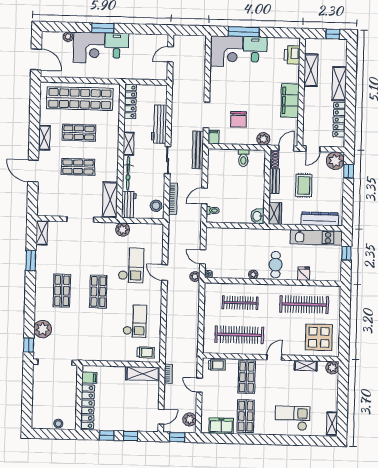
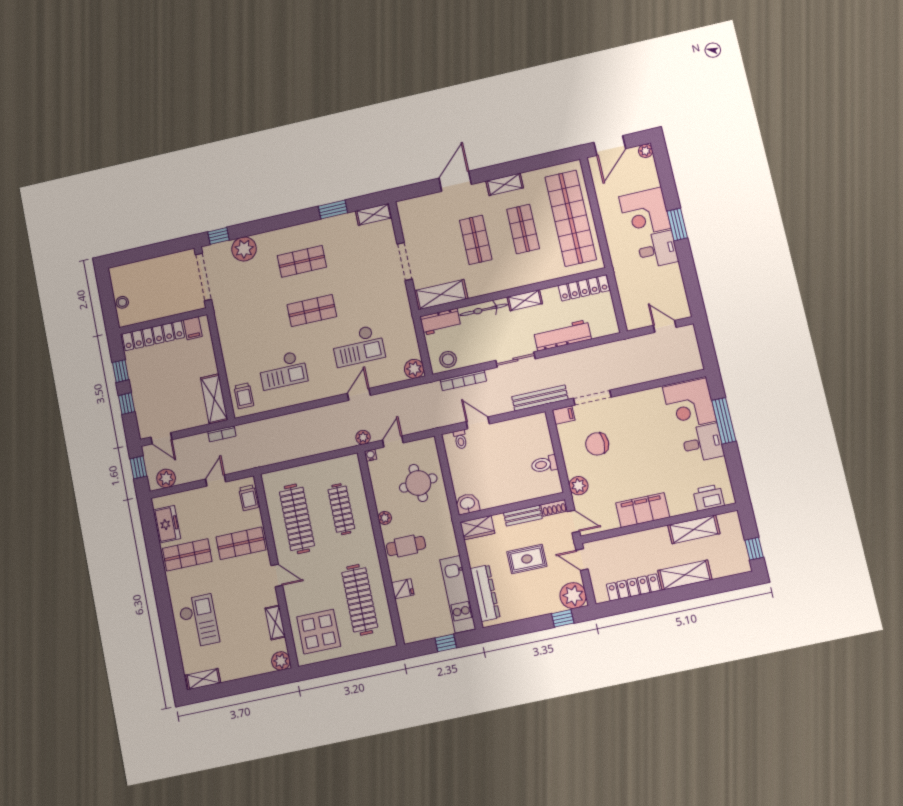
plant: (68, 37) -> (646, 151), moved
plant: (123, 230) -> (414, 369), moved
round table: (235, 246) -> (418, 483), added

